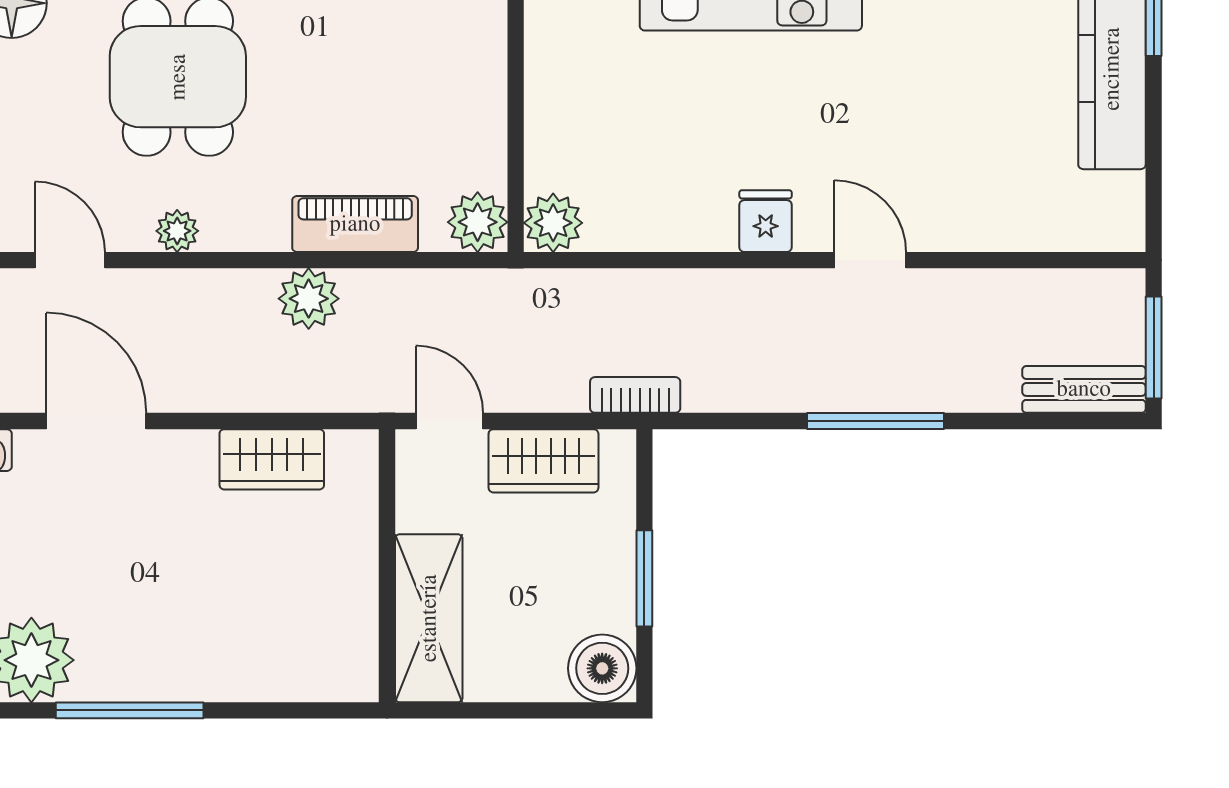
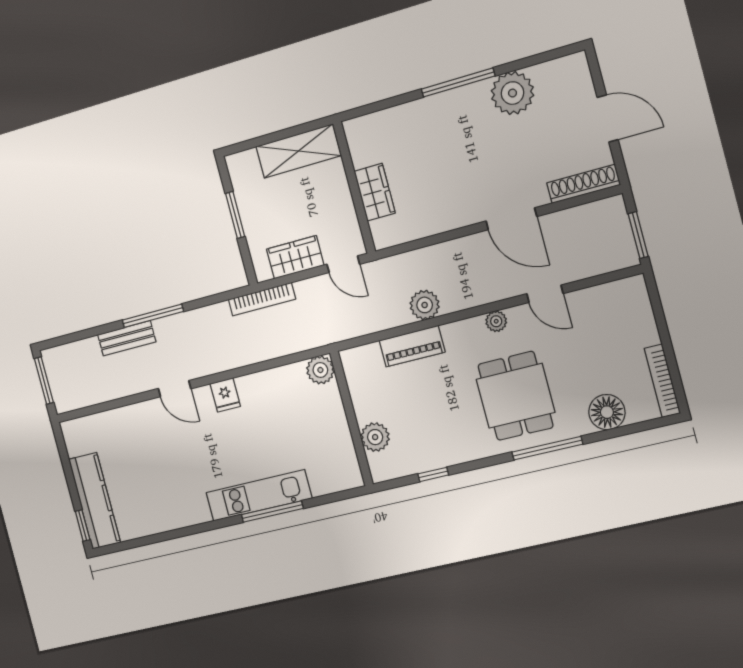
plant: (478, 222) -> (375, 437), moved
bench: (1084, 389) -> (127, 338), moved
bookcase: (635, 395) -> (262, 299), width x1.56
wardrobe: (272, 459) -> (375, 192), moved, turned 90
shelving: (429, 618) -> (298, 151), moved, turned 90
boiler: (602, 668) -> (243, 167), removed

